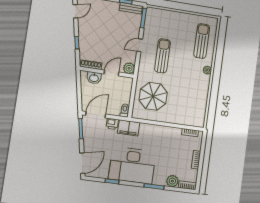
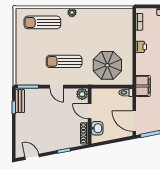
printer: (112, 124) -> (141, 47), moved

